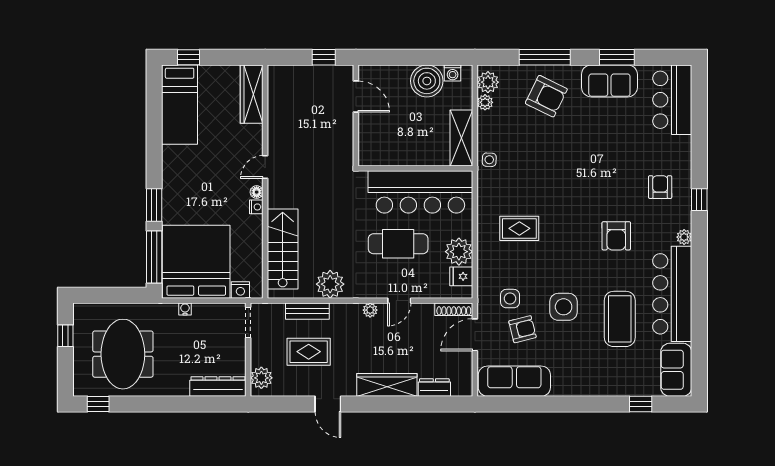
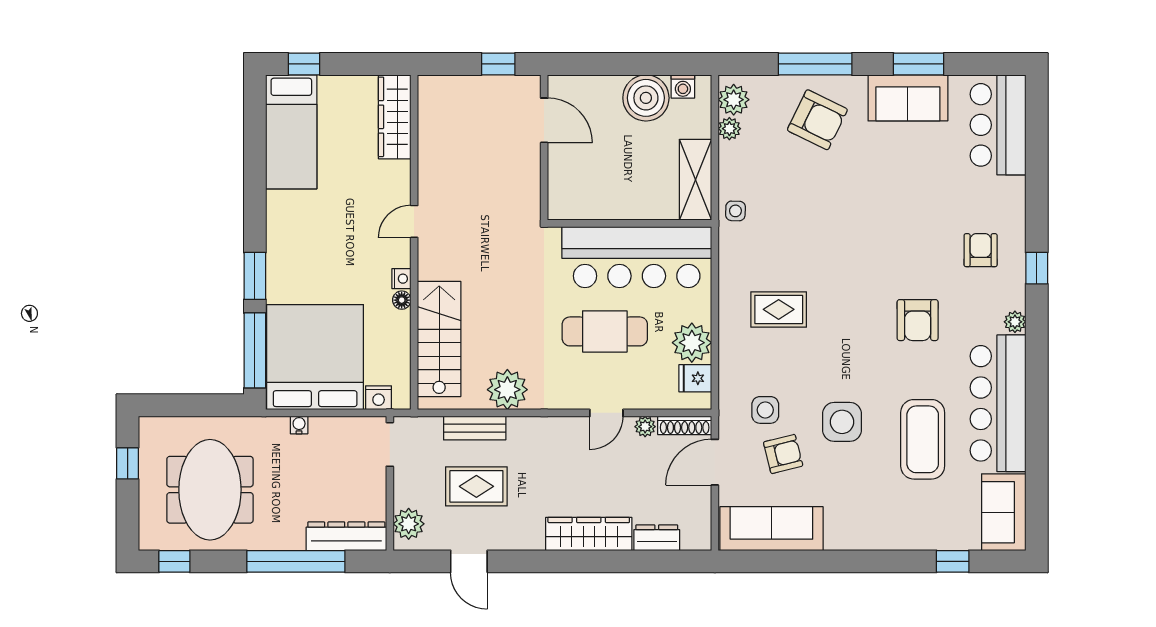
floor lamp: (257, 192) -> (402, 300), moved
plant: (370, 310) -> (645, 427), moved
window: (183, 404) -> (296, 561), added
door: (328, 404) -> (469, 561), moved

